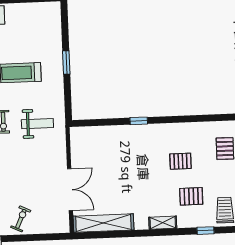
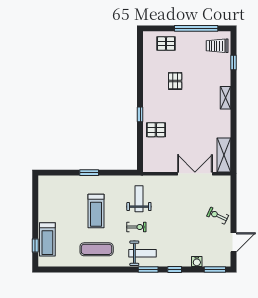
pallet: (191, 196) -> (156, 130), moved, turned 90
shelving: (103, 223) -> (224, 155), width x0.68

